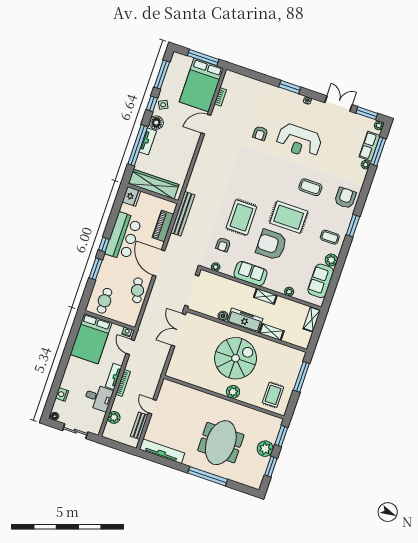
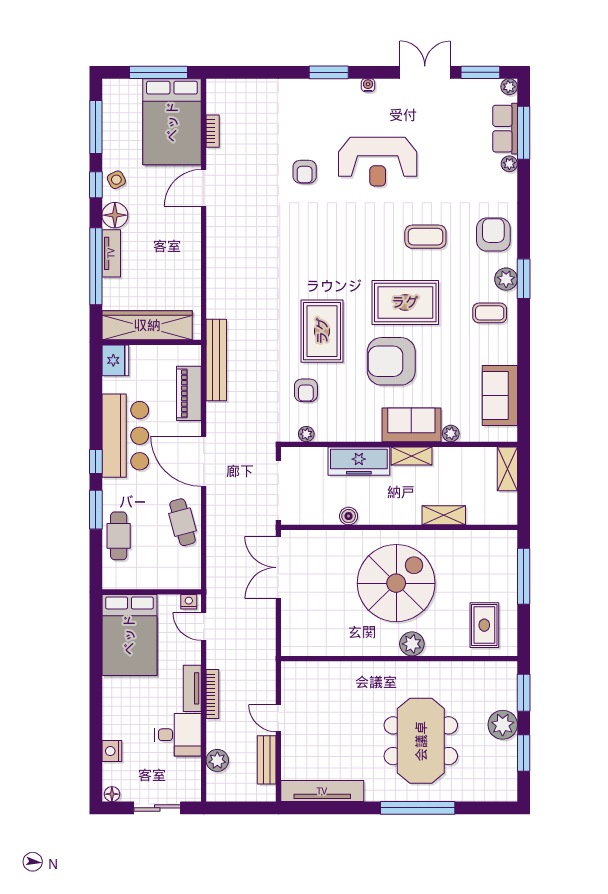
plant: (331, 260) -> (506, 279), moved
sofa: (250, 274) -> (411, 425), moved
cafe table: (105, 301) -> (119, 536), moved
freezer: (245, 320) -> (359, 461), moved, turned 180

